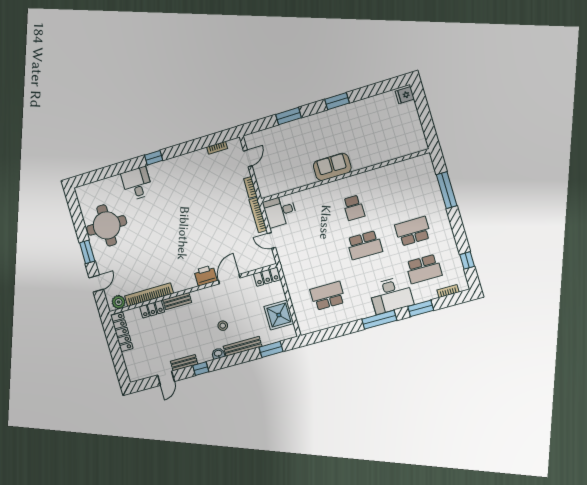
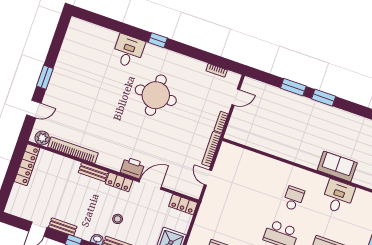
window: (337, 101) -> (324, 98), moved
sofa: (332, 167) -> (337, 167), moved
school desk: (354, 208) -> (294, 199), turned 180
desk: (280, 211) -> (338, 197), moved, turned 90
round table: (107, 225) -> (156, 95), moved
locker: (152, 309) -> (119, 182), moved

